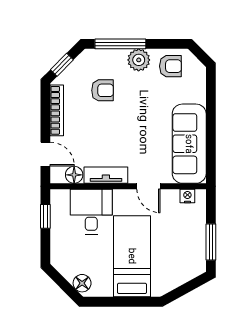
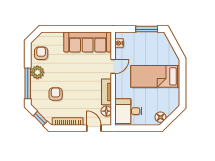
door: (45, 154) -> (94, 128), hinge flipped
desk: (91, 212) -> (128, 111), moved
window: (45, 216) -> (131, 128), removed
floor lamp: (82, 283) -> (160, 117), moved

